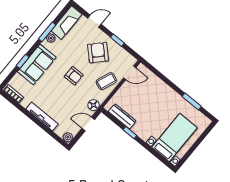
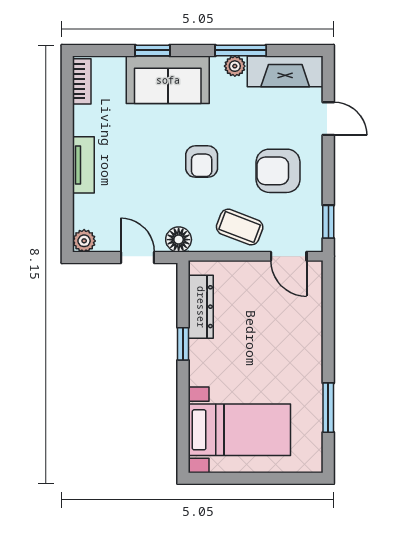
window: (117, 40) -> (328, 222), moved
armchair: (98, 53) -> (278, 171), turned -134
tv unit: (42, 116) -> (83, 165), width x0.71

